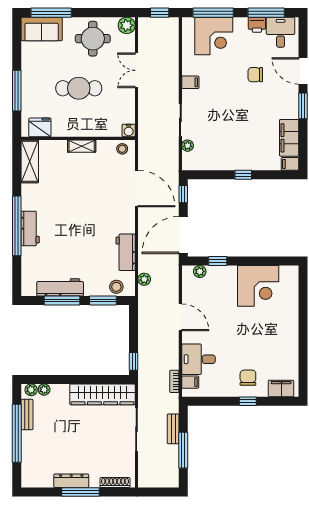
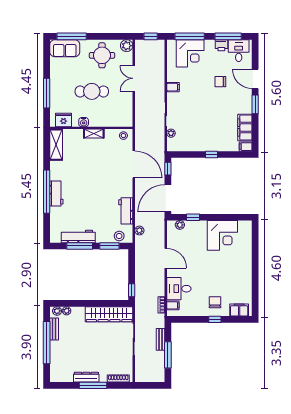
water cooler: (129, 130) -> (84, 122), moved

